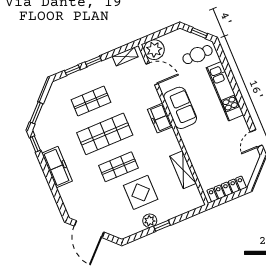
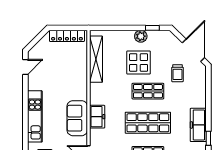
freezer: (57, 167) -> (198, 125), moved
shelving: (183, 170) -> (96, 59), width x1.47
trolley: (95, 198) -> (177, 73), added
window: (162, 226) -> (152, 28), moved

